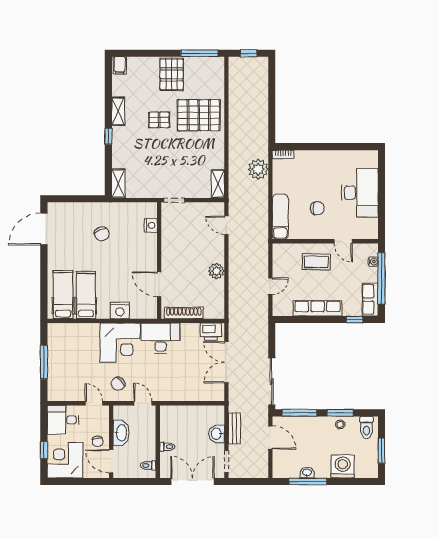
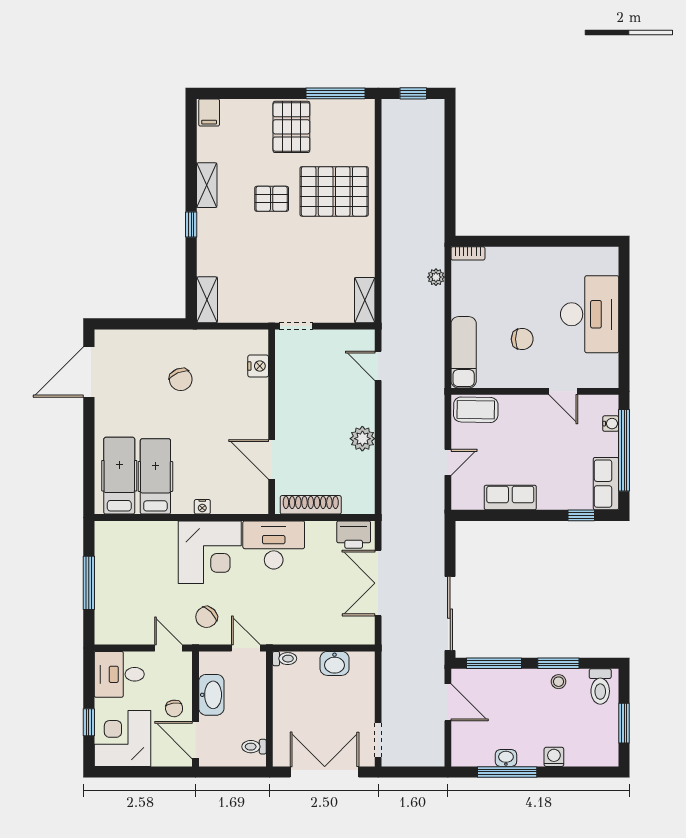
plant: (258, 169) -> (436, 277), width x0.53, depth x0.53
coffee table: (316, 262) -> (476, 410), moved
row of seats: (318, 308) -> (510, 497), width x0.68
nightstand: (120, 310) -> (202, 507), width x0.53, depth x0.56
bench: (234, 428) -> (391, 688), removed
washbasin: (217, 434) -> (335, 663), moved, turned -90
toilet: (167, 447) -> (285, 659), moved
washing machine: (343, 467) -> (554, 757), width x0.53, depth x0.53

